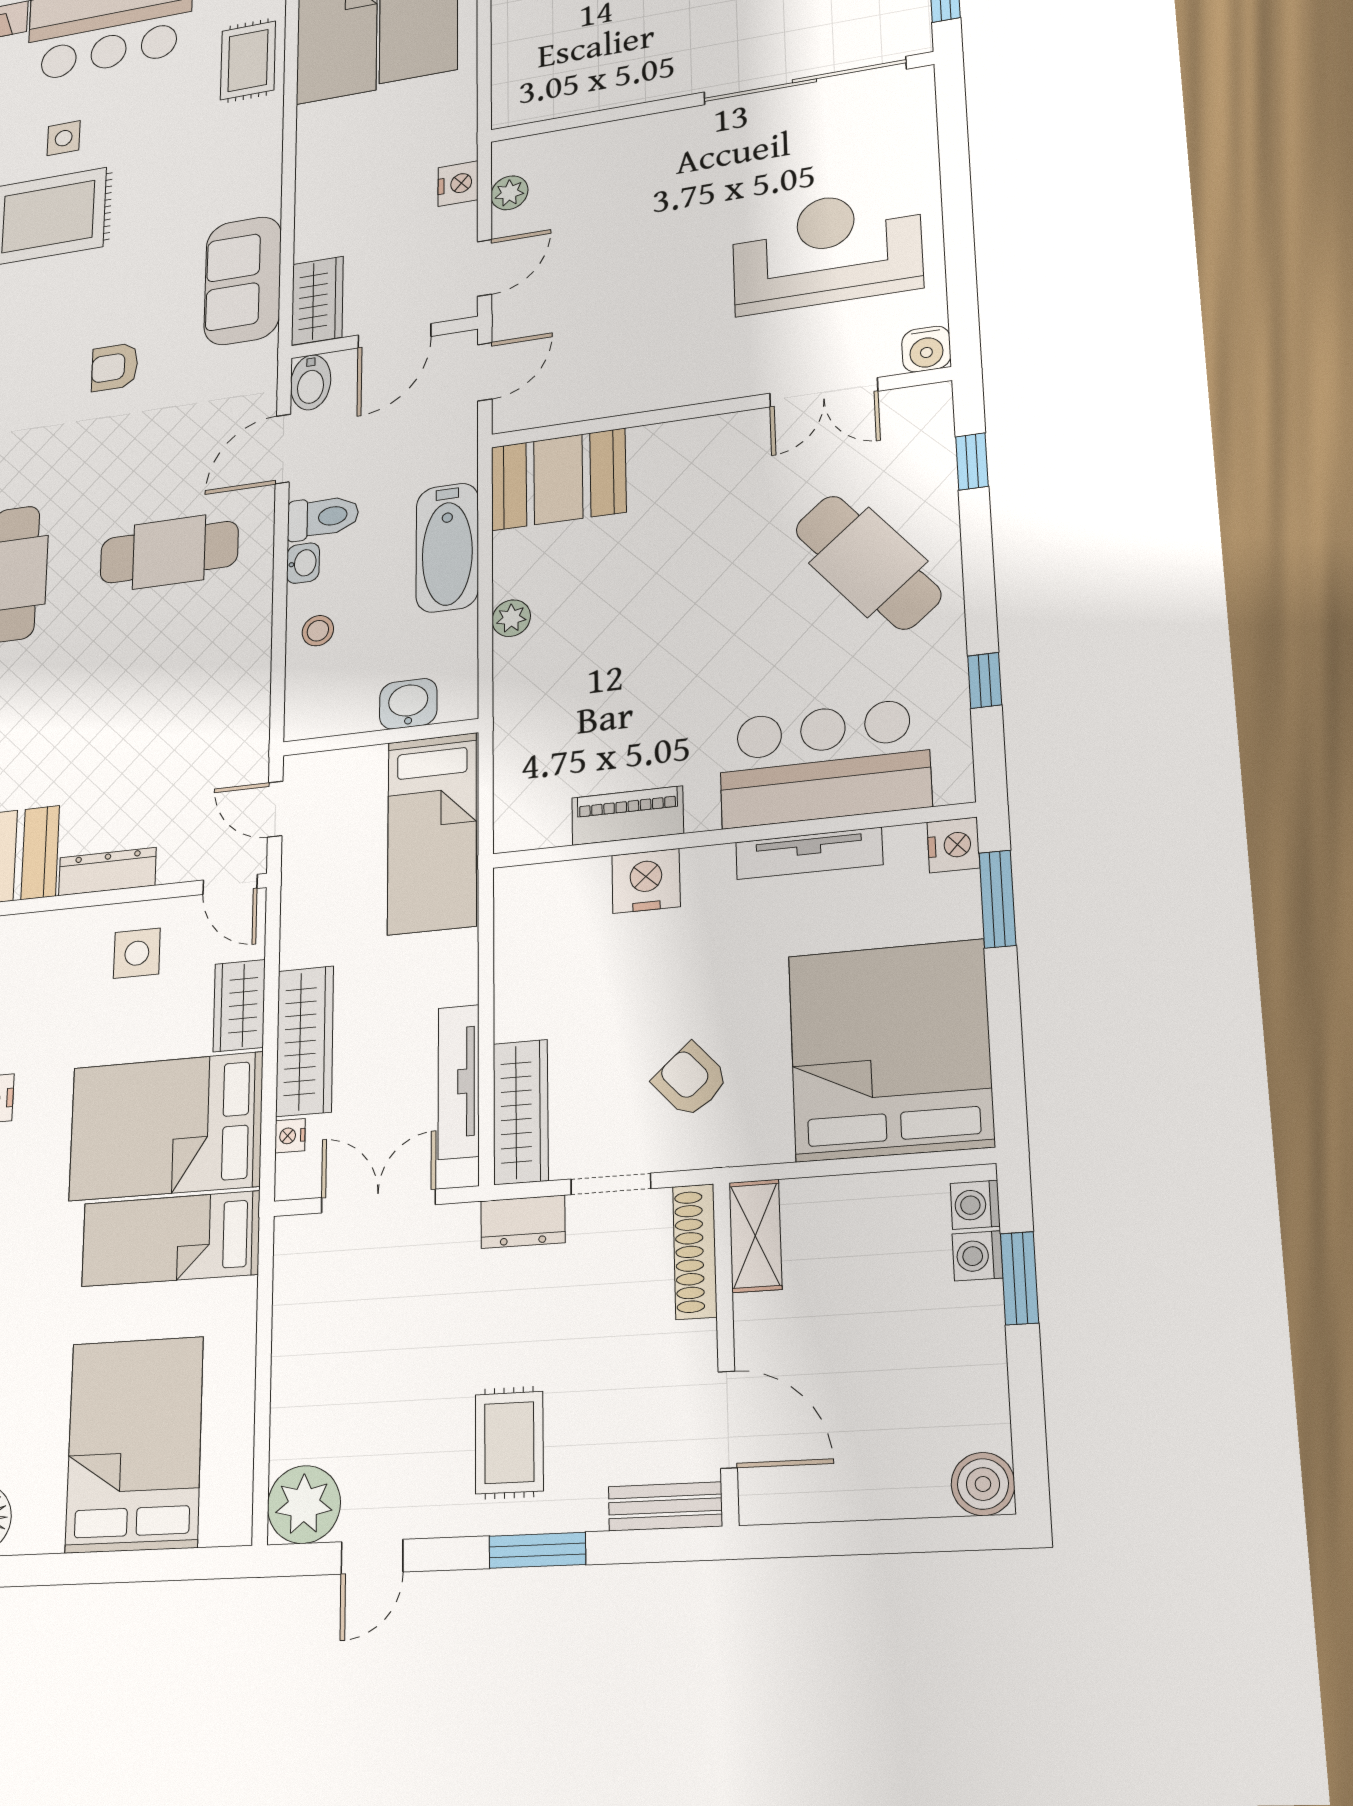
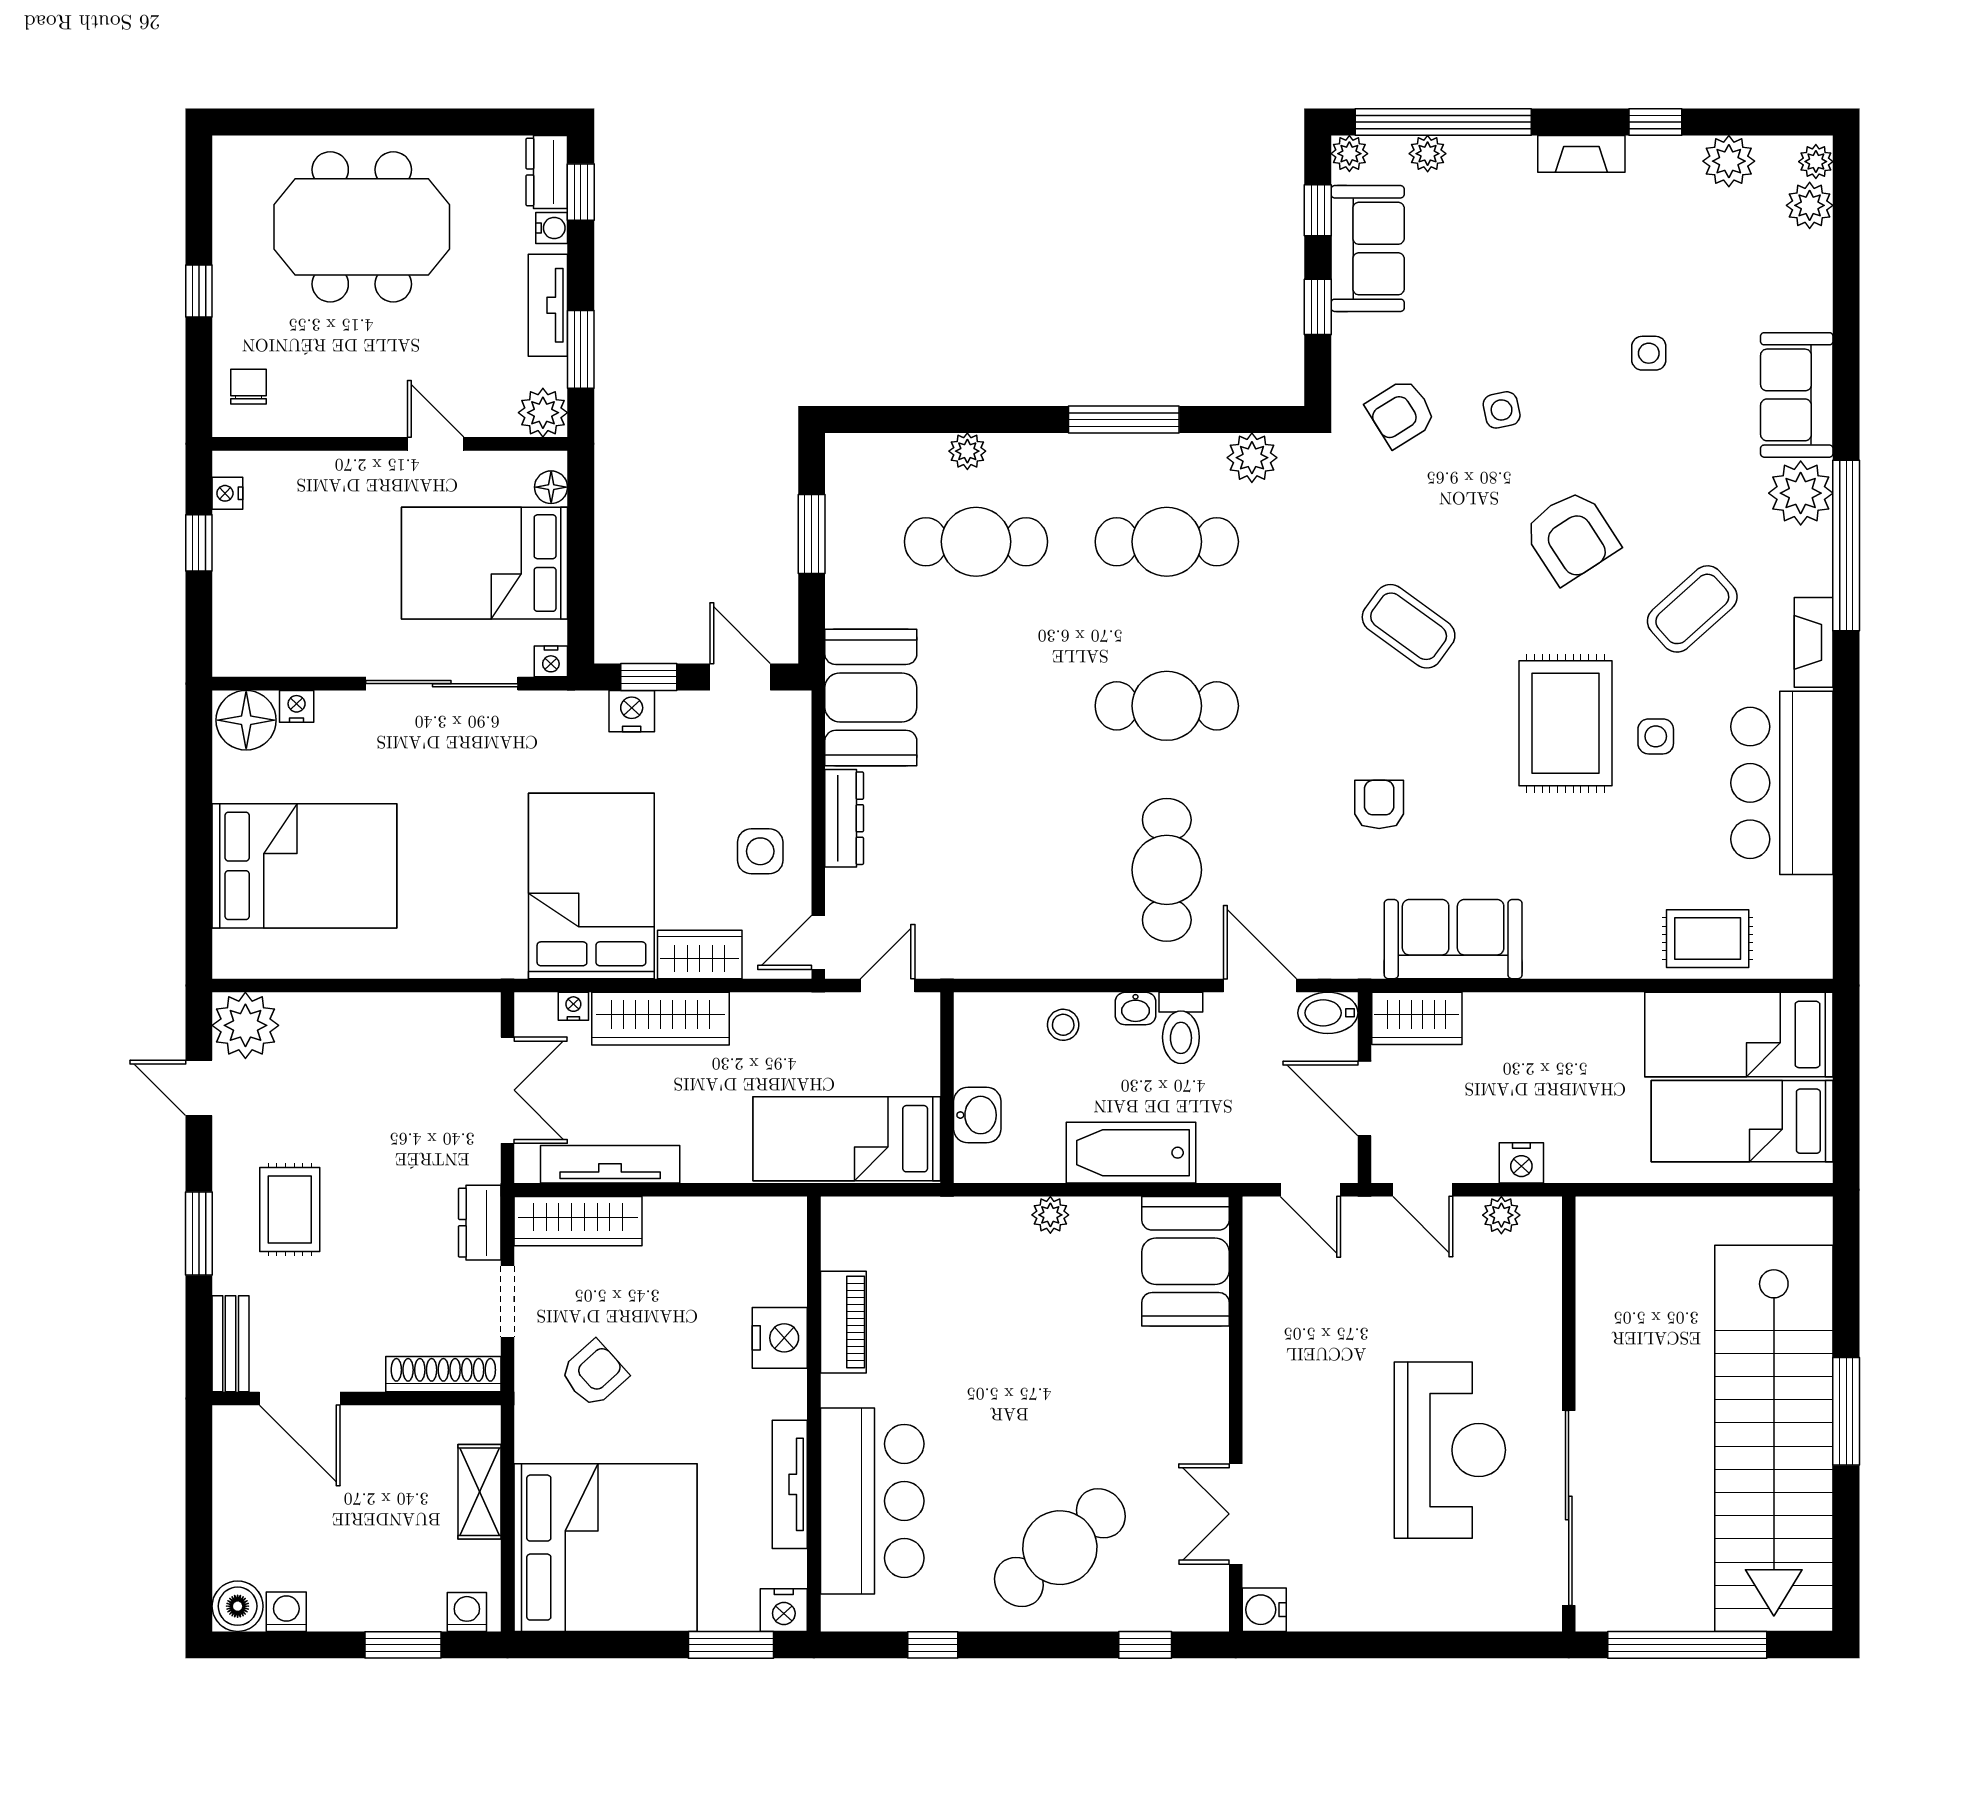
reception desk: (827, 250) -> (1450, 1450), moved
shelving: (755, 1236) -> (480, 1492), moved, turned 90
bed: (171, 1239) -> (487, 894), removed
washing machine: (977, 1256) -> (286, 1612), moved
door: (728, 1420) -> (300, 1398), hinge flipped
rug: (509, 1443) -> (290, 1209), turned 90

